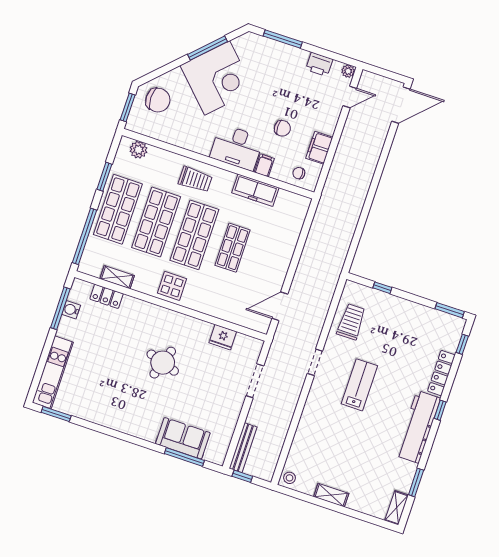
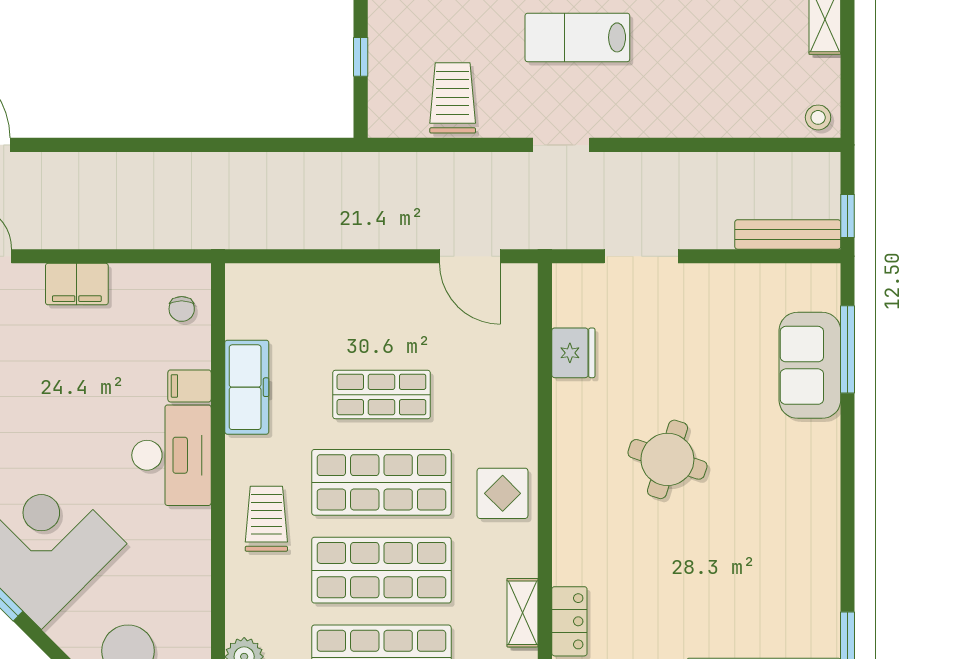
chair: (282, 128) -> (100, 374), removed
filing cabinet: (319, 148) -> (77, 284), moved
trolley: (351, 322) -> (453, 98), turned 90

